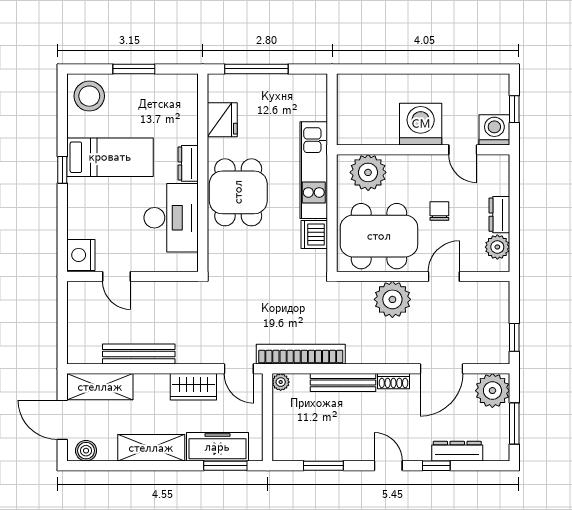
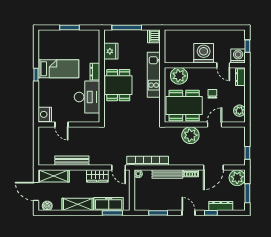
stool: (89, 96) -> (49, 40), removed
dresser: (499, 215) -> (240, 77), moved
dishwasher: (314, 235) -> (154, 36), moved

